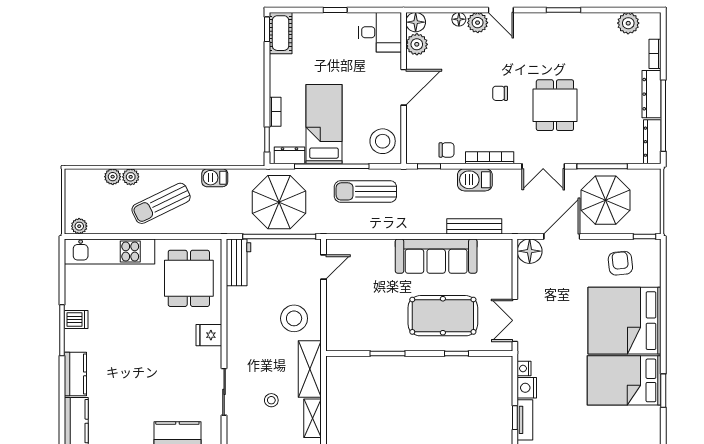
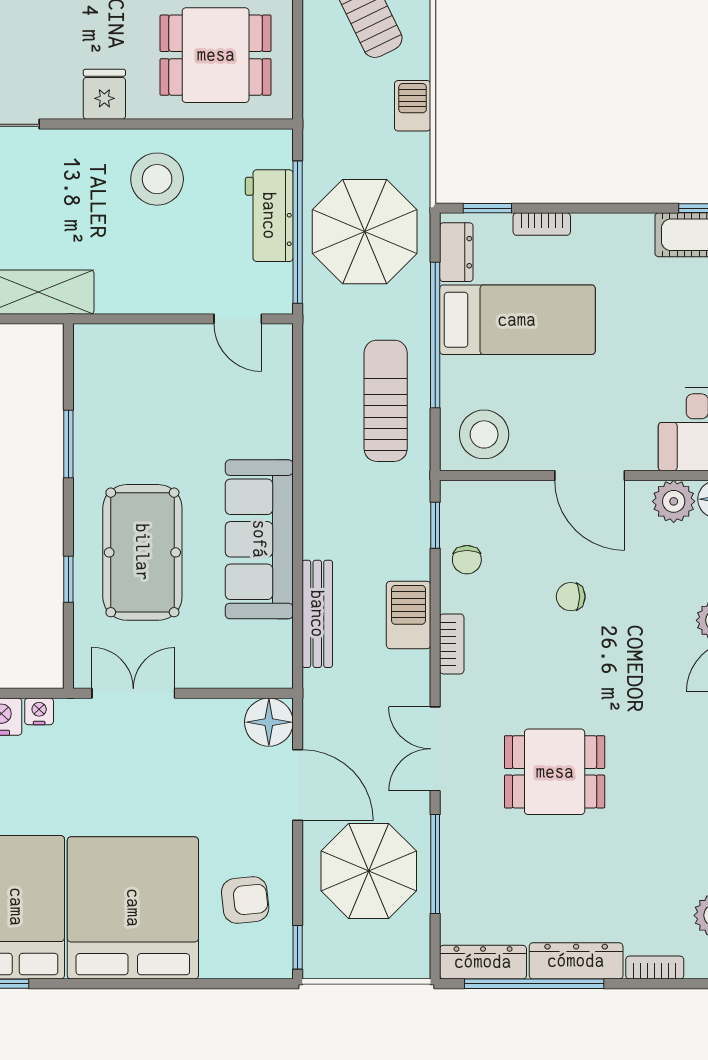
chair: (500, 93) -> (571, 597), moved, turned -90
bookcase: (490, 158) -> (452, 644), width x0.64
workbench: (239, 262) -> (269, 216), moved, turned 90
stool: (294, 318) -> (157, 179), moved

